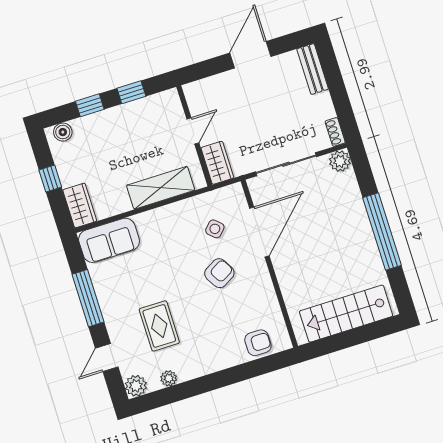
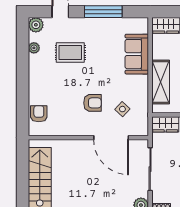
sofa: (109, 240) -> (137, 54), moved
armchair: (219, 273) -> (92, 103), turned -60
armchair: (258, 343) -> (39, 114), turned 180

